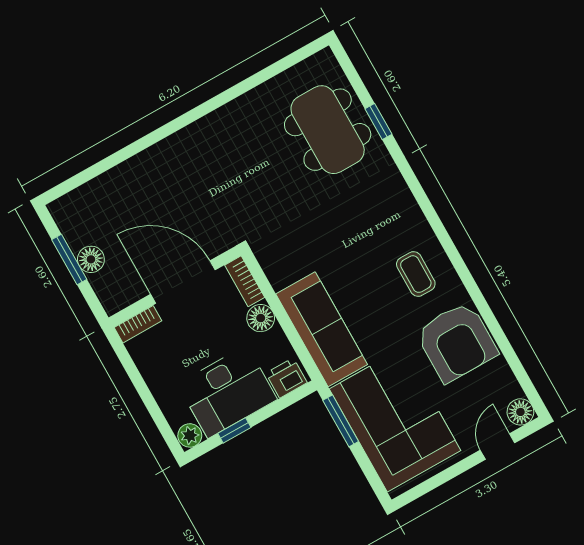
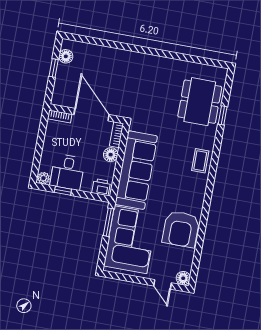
floor lamp: (91, 259) -> (66, 56), moved
window: (69, 260) -> (54, 68), width x0.67
coffee table: (416, 274) -> (200, 161), moved
sofa: (322, 329) -> (136, 170), width x1.36, depth x1.27
desk: (227, 392) -> (67, 172), width x0.73
door: (497, 447) -> (163, 284), swing flipped

